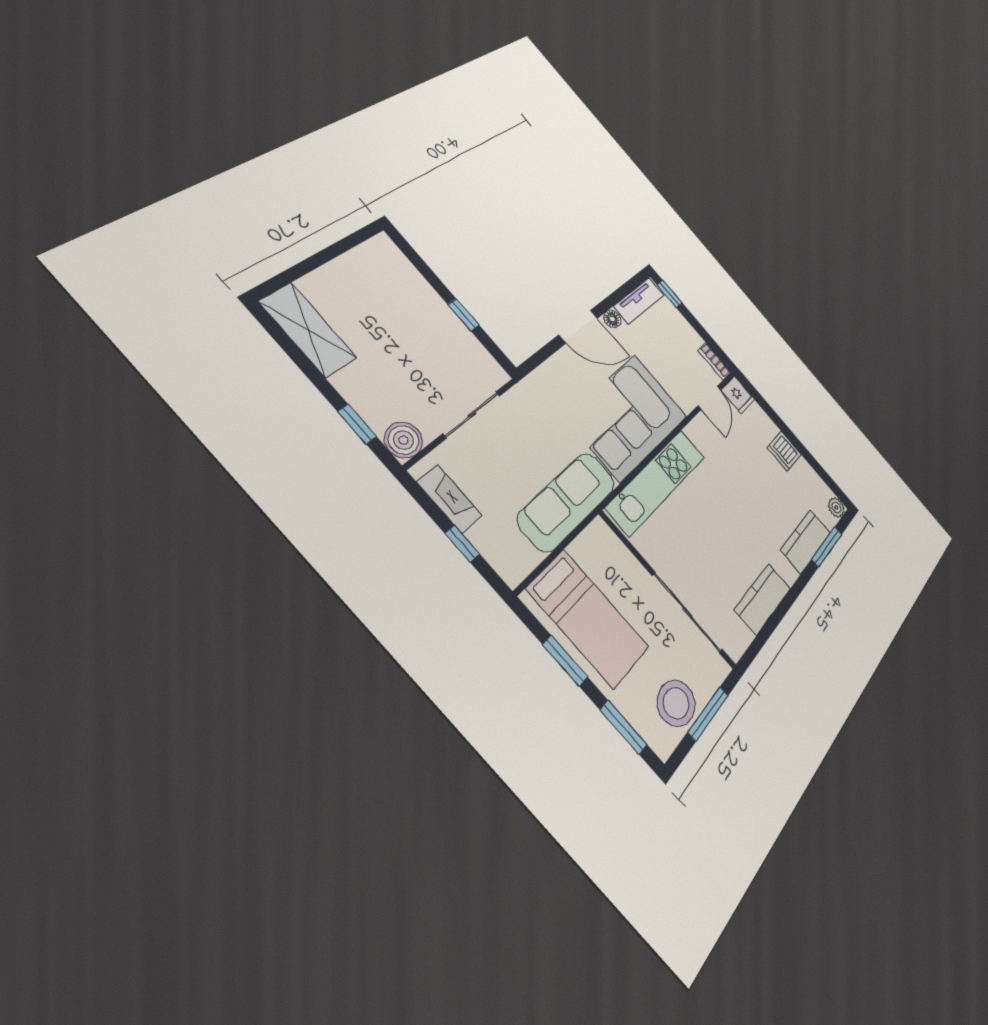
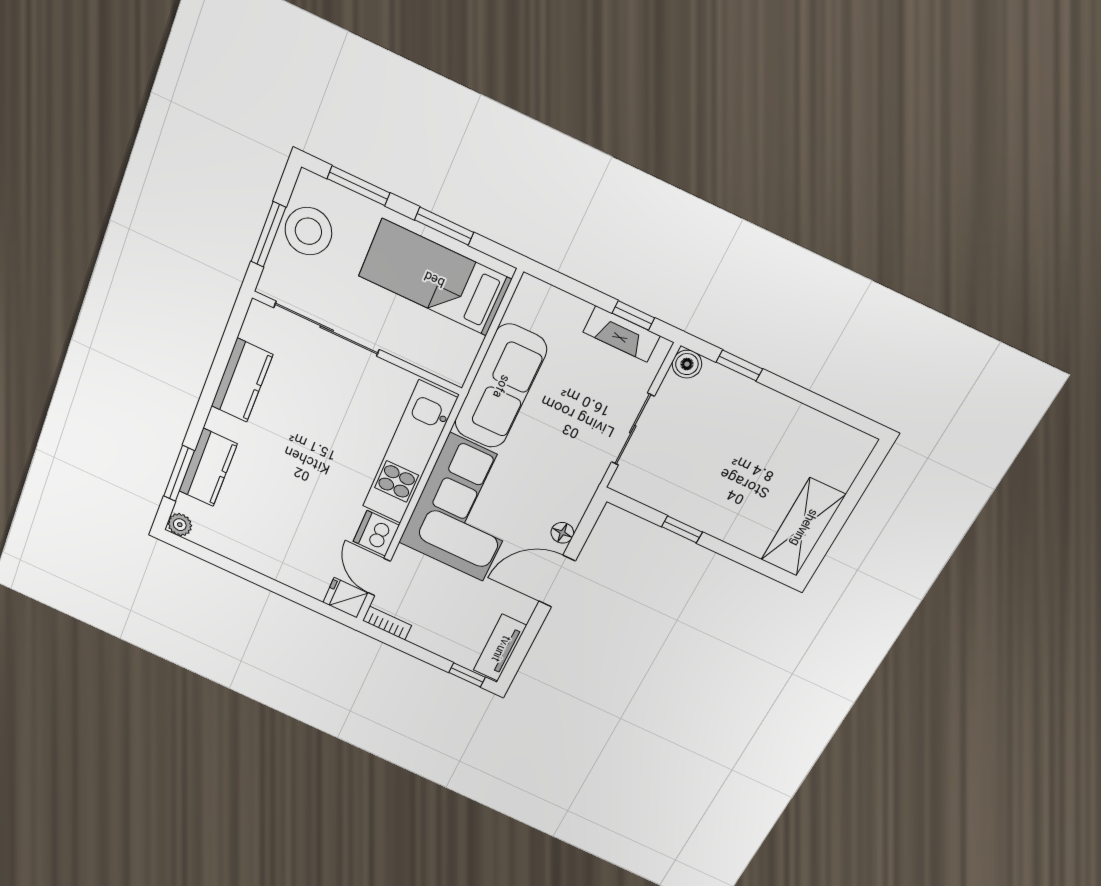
floor lamp: (612, 319) -> (562, 533), moved
shelving: (308, 330) -> (803, 527), moved, turned 90
boiler: (404, 440) -> (687, 364), width x0.73, depth x0.73
dishwasher: (784, 451) -> (376, 533), moved, turned -90
window: (462, 544) -> (633, 315), moved

